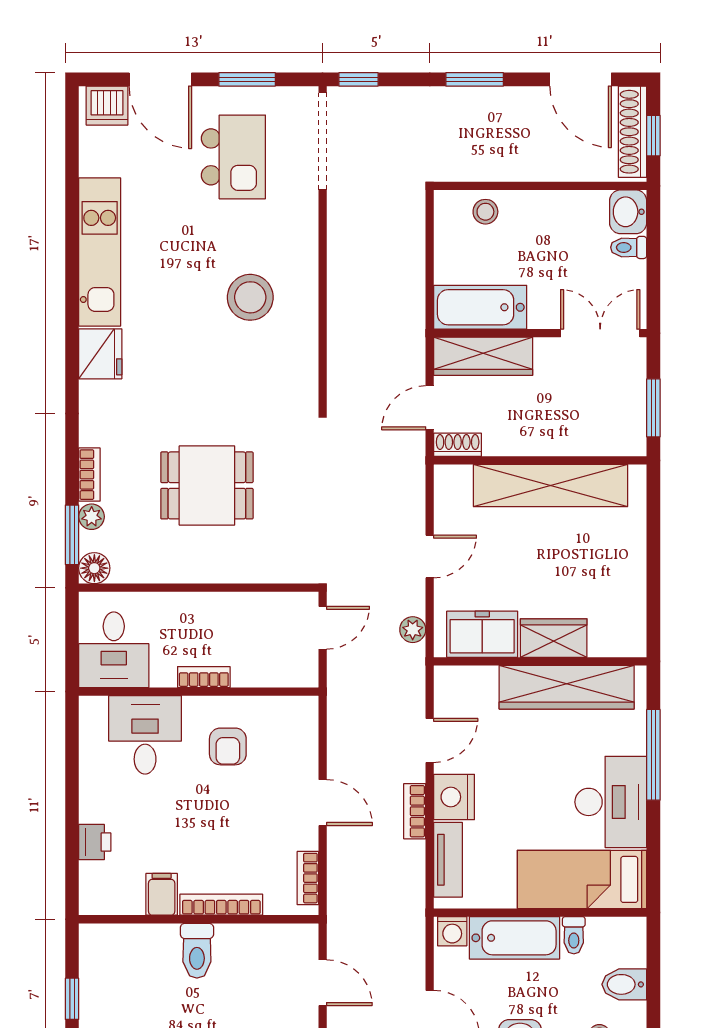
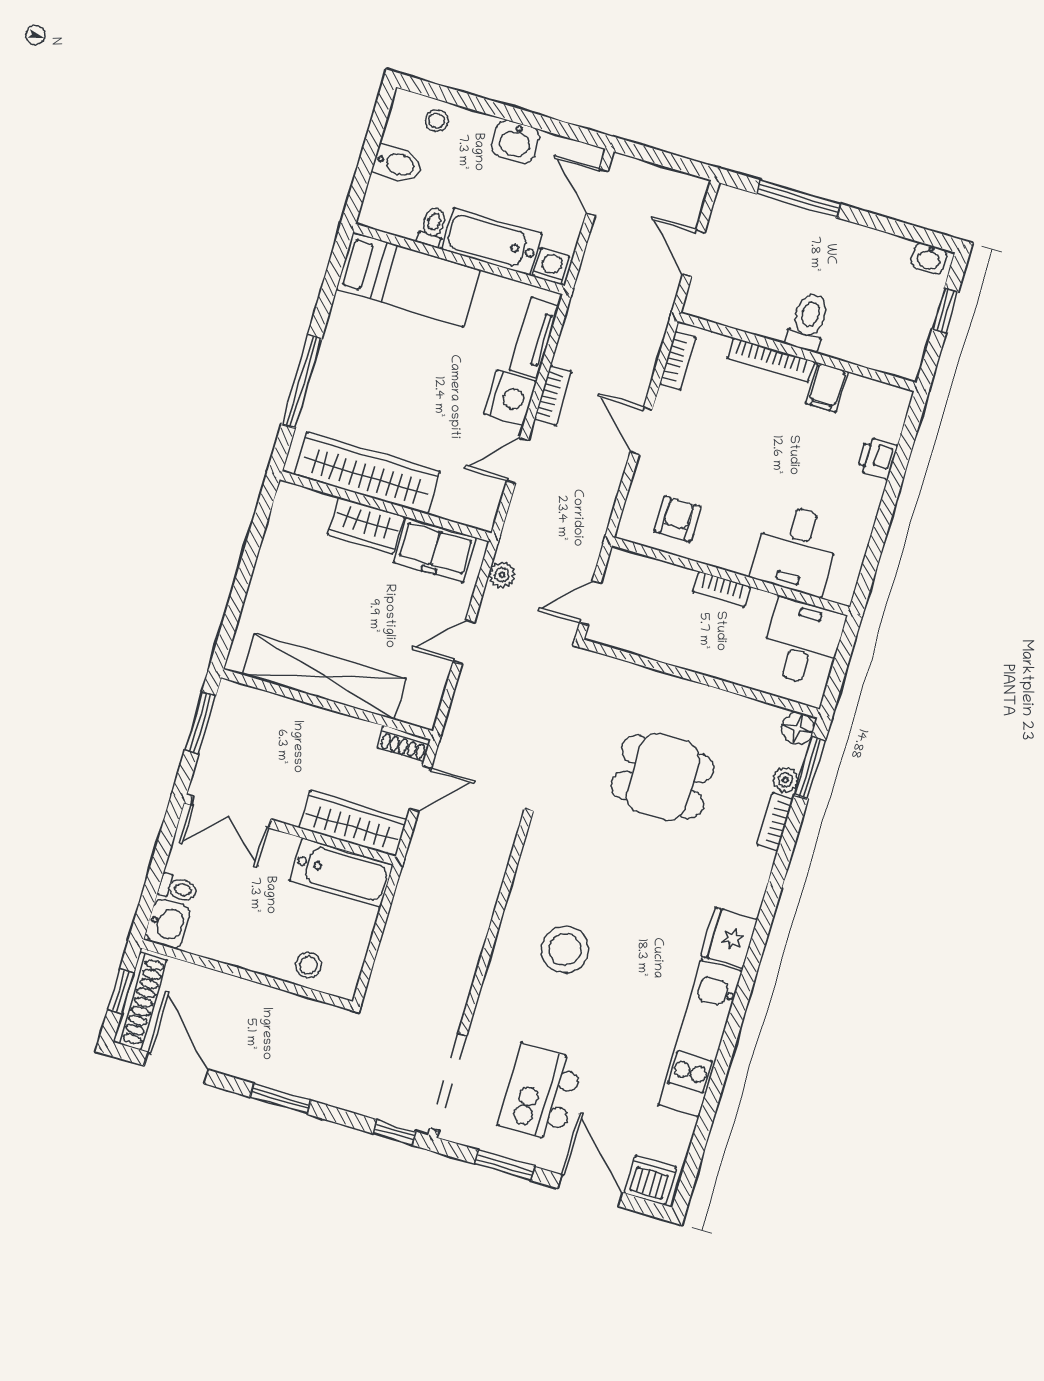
armchair: (228, 746) -> (677, 519), moved
desk: (611, 802) -> (357, 347), removed

